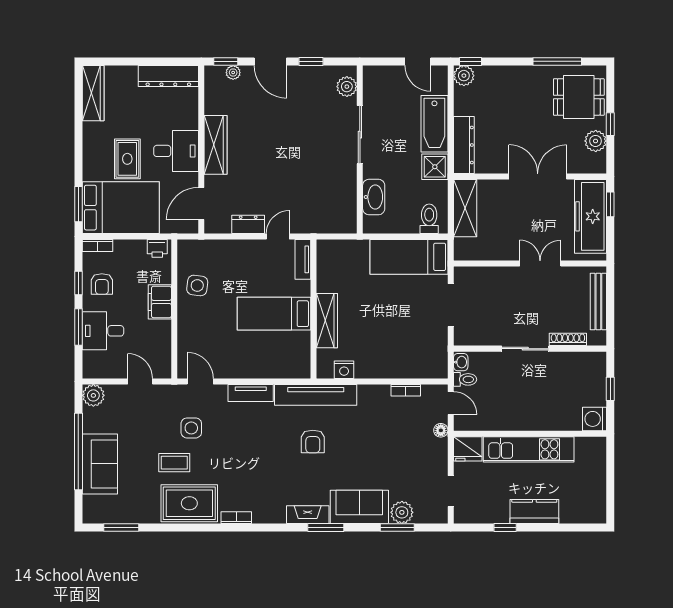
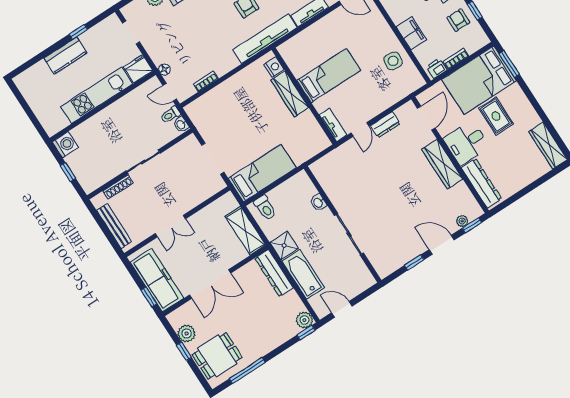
dresser: (168, 76) -> (481, 183), moved, turned 90
plant: (347, 87) -> (379, 261), removed
washbasin: (374, 197) -> (318, 203), width x0.52, depth x0.69
bookcase: (98, 245) -> (456, 59), moved
nightstand: (344, 370) -> (274, 67), moved, turned 90

